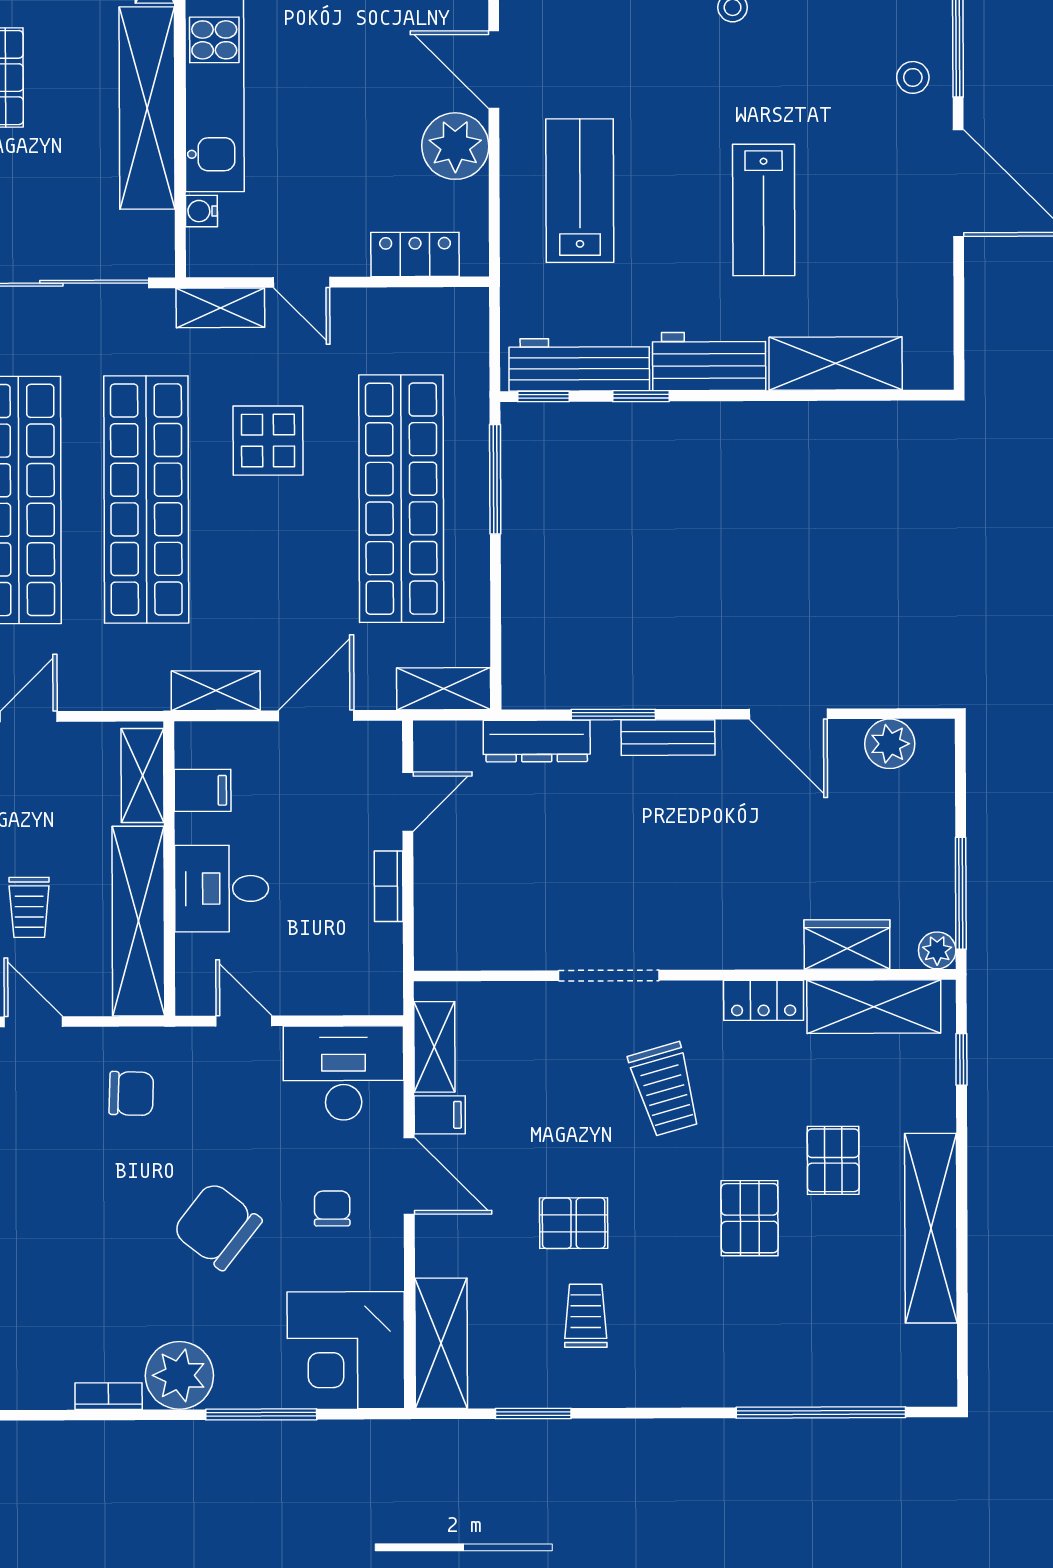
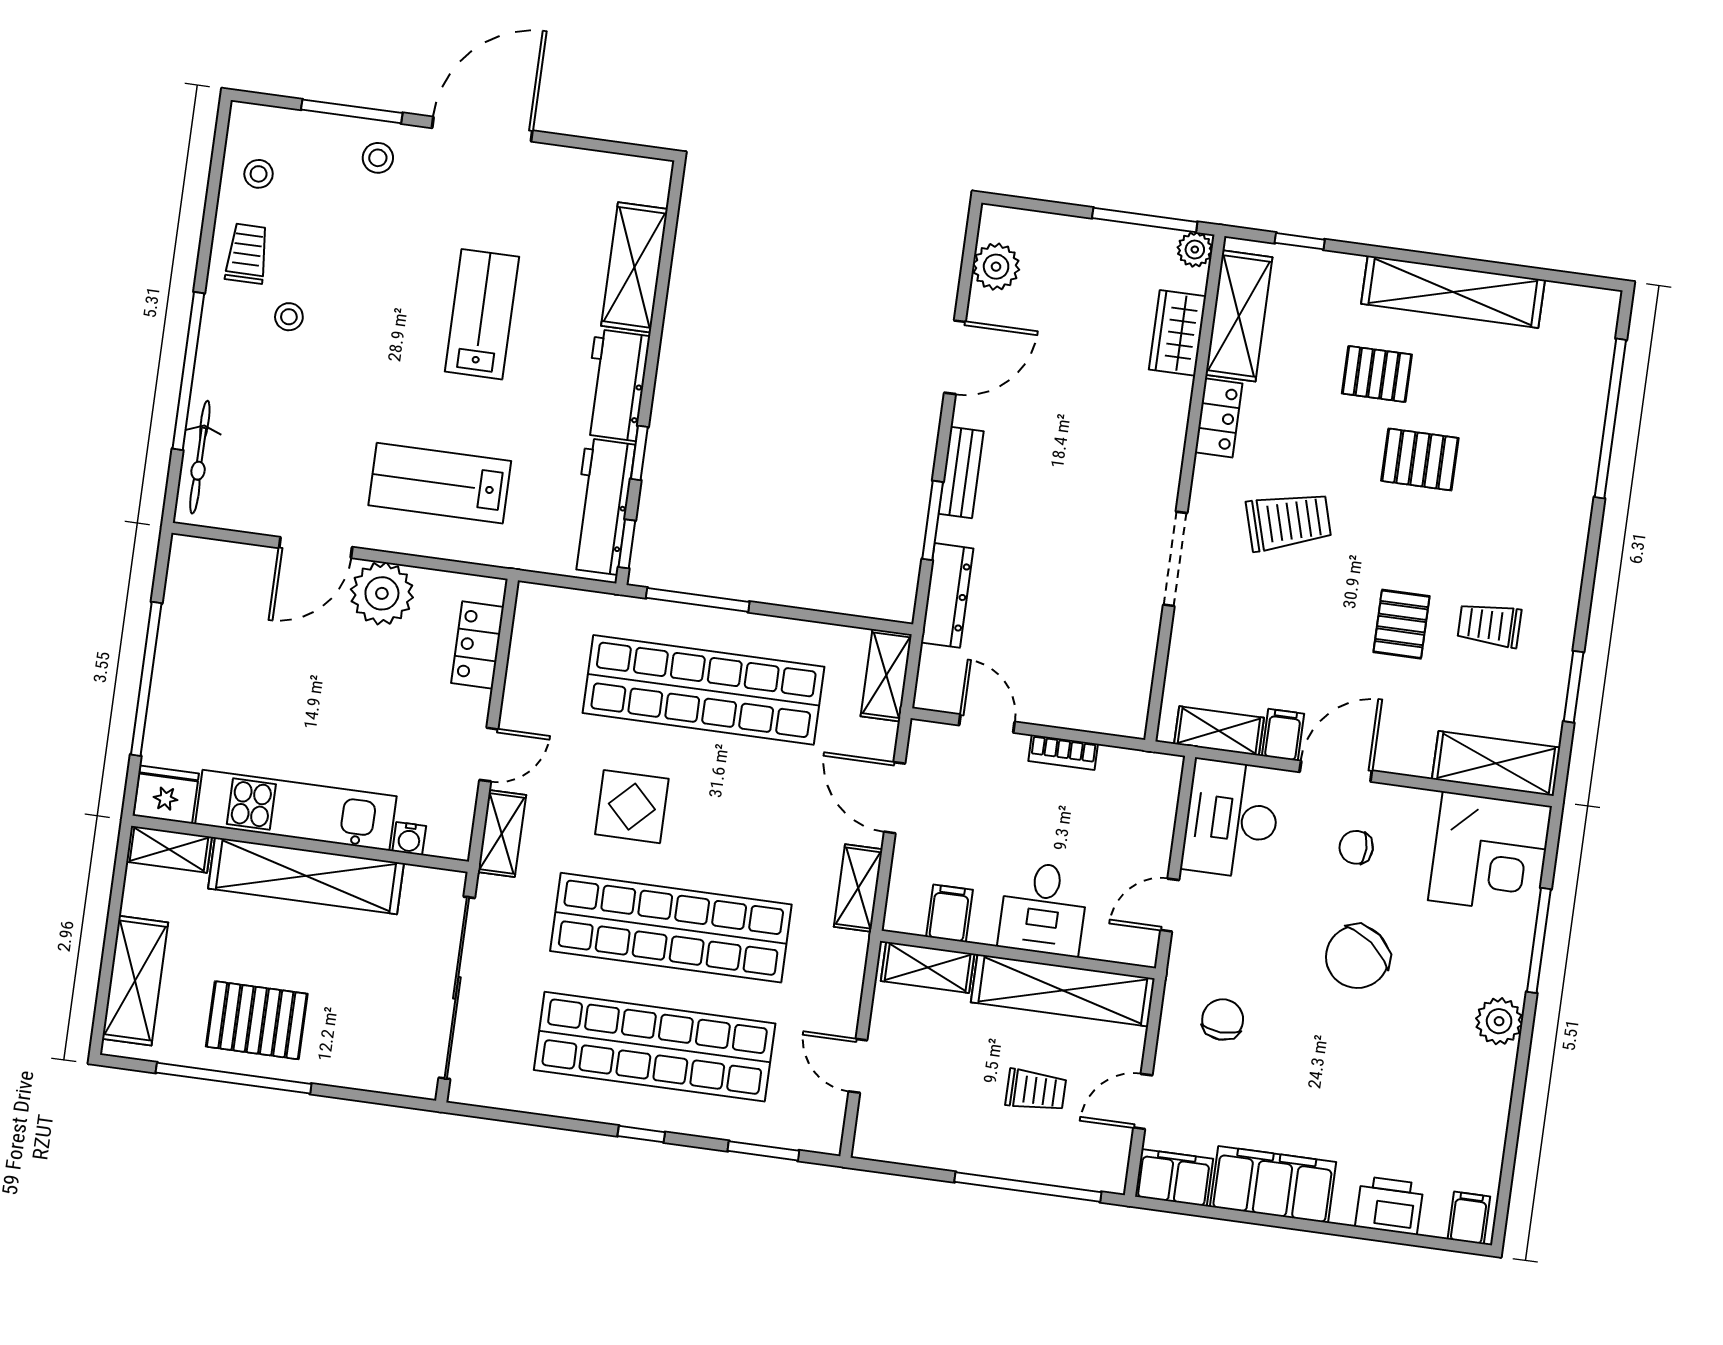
lab bench: (764, 210) -> (482, 314), turned -90
plant: (179, 1375) -> (1499, 1021), width x0.73, depth x0.73
bookcase: (109, 1396) -> (1502, 1080), removed

